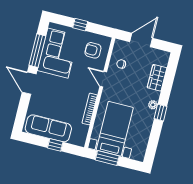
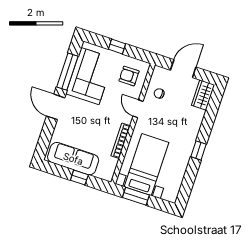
wardrobe: (157, 78) -> (203, 95), moved
plant: (153, 105) -> (191, 141), removed

